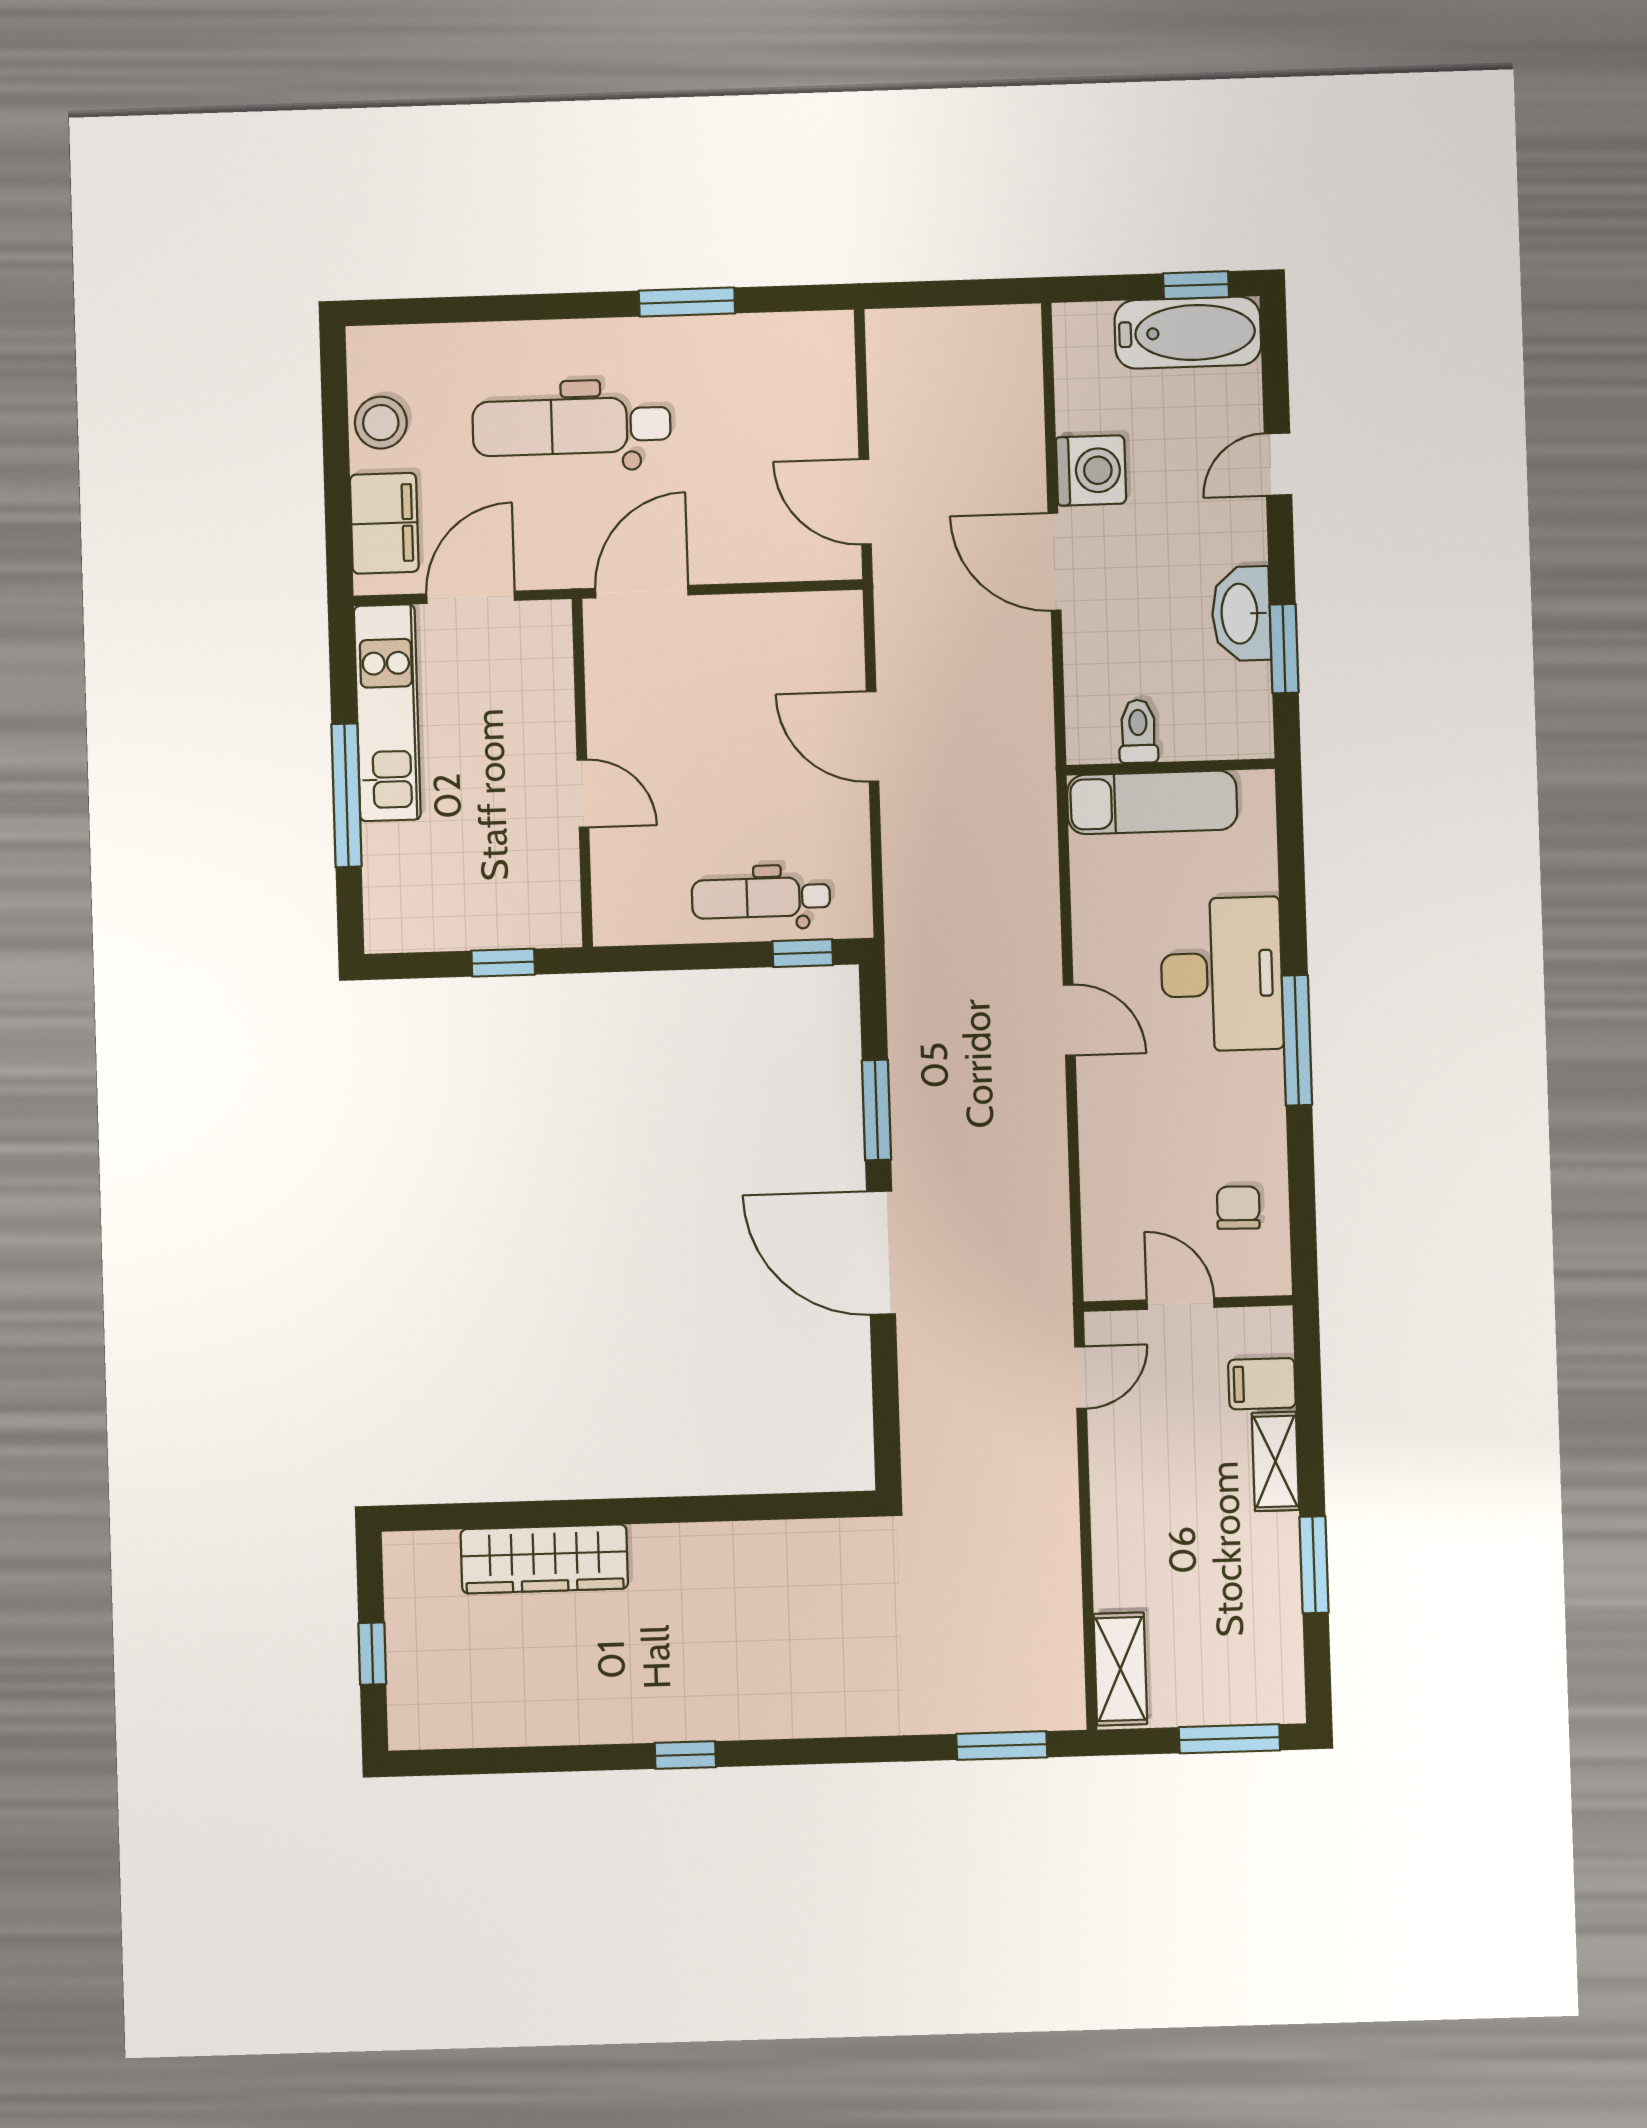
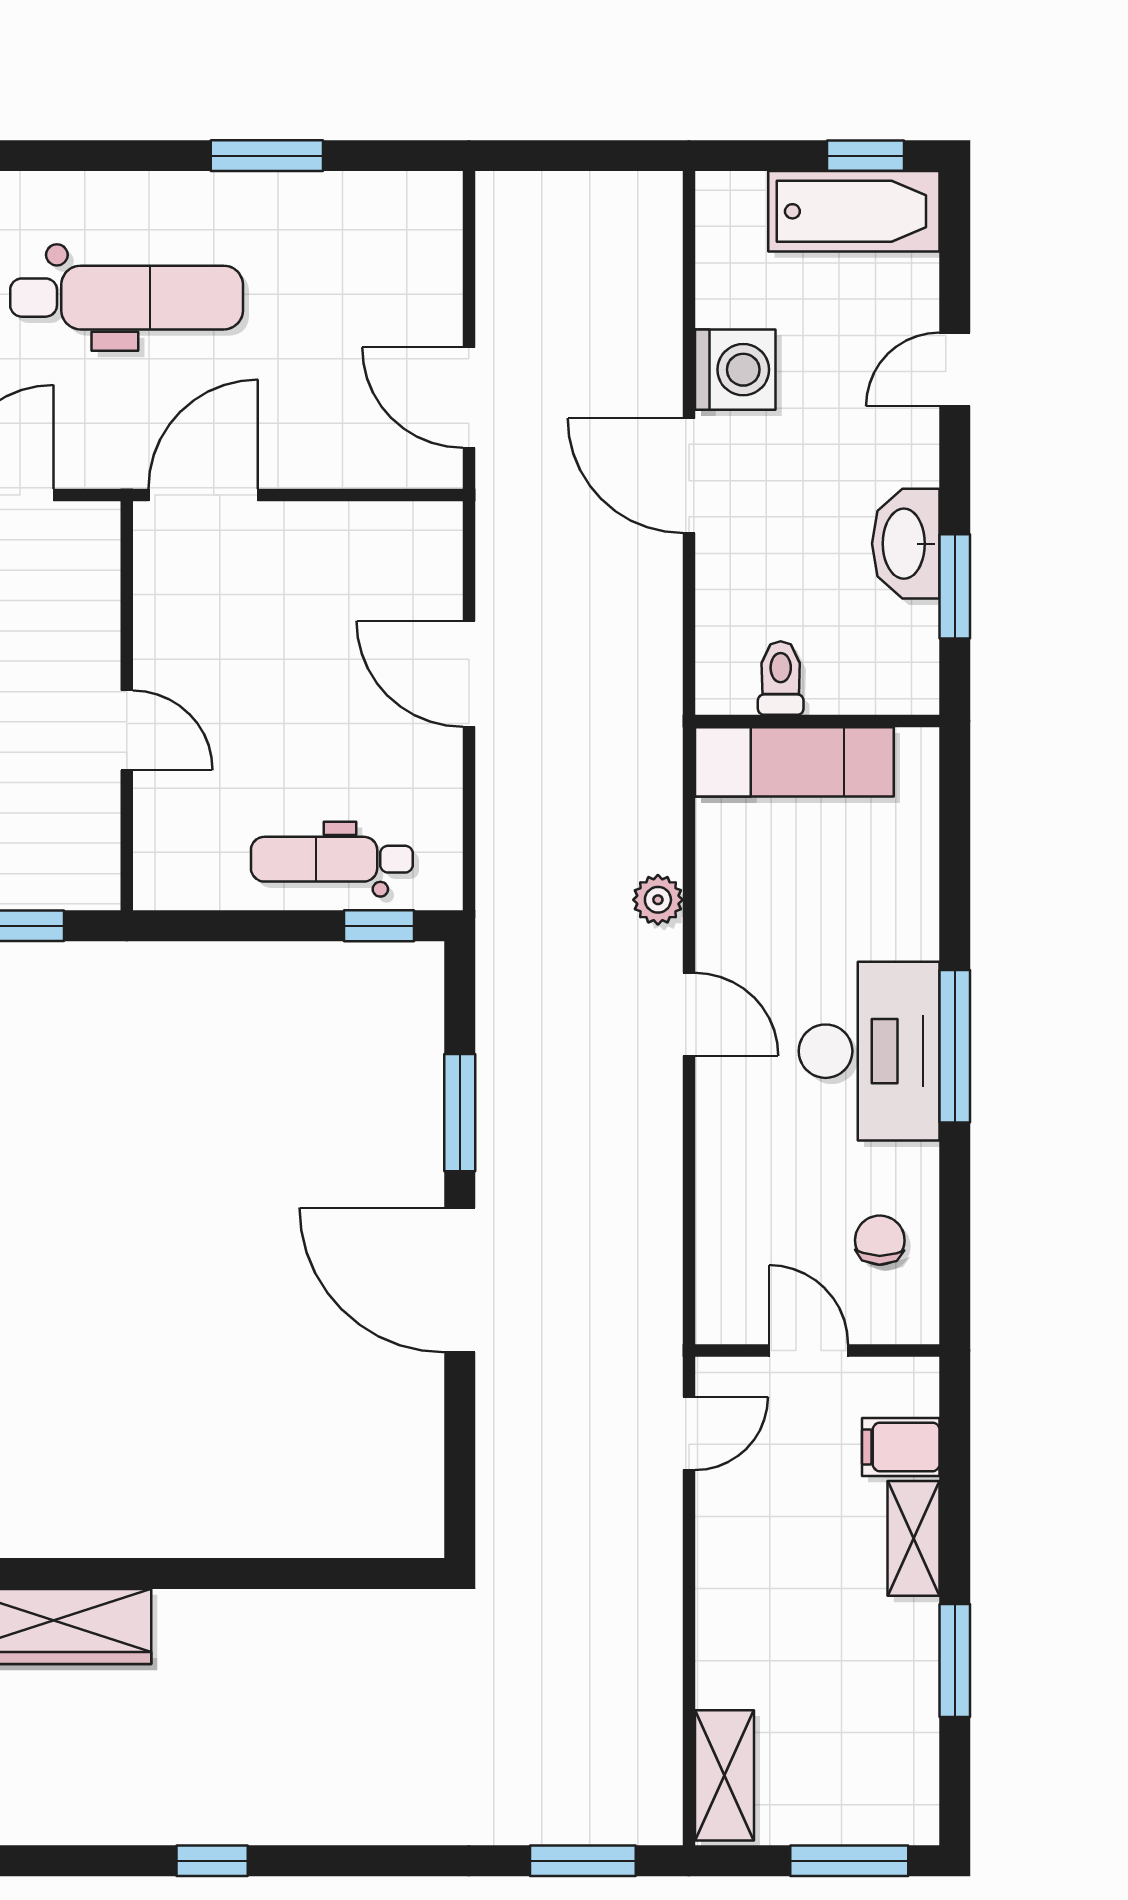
dental chair: (572, 426) -> (127, 298), turned 180
plant: (1040, 923) -> (658, 900), added
desk: (1222, 974) -> (869, 1051), moved

